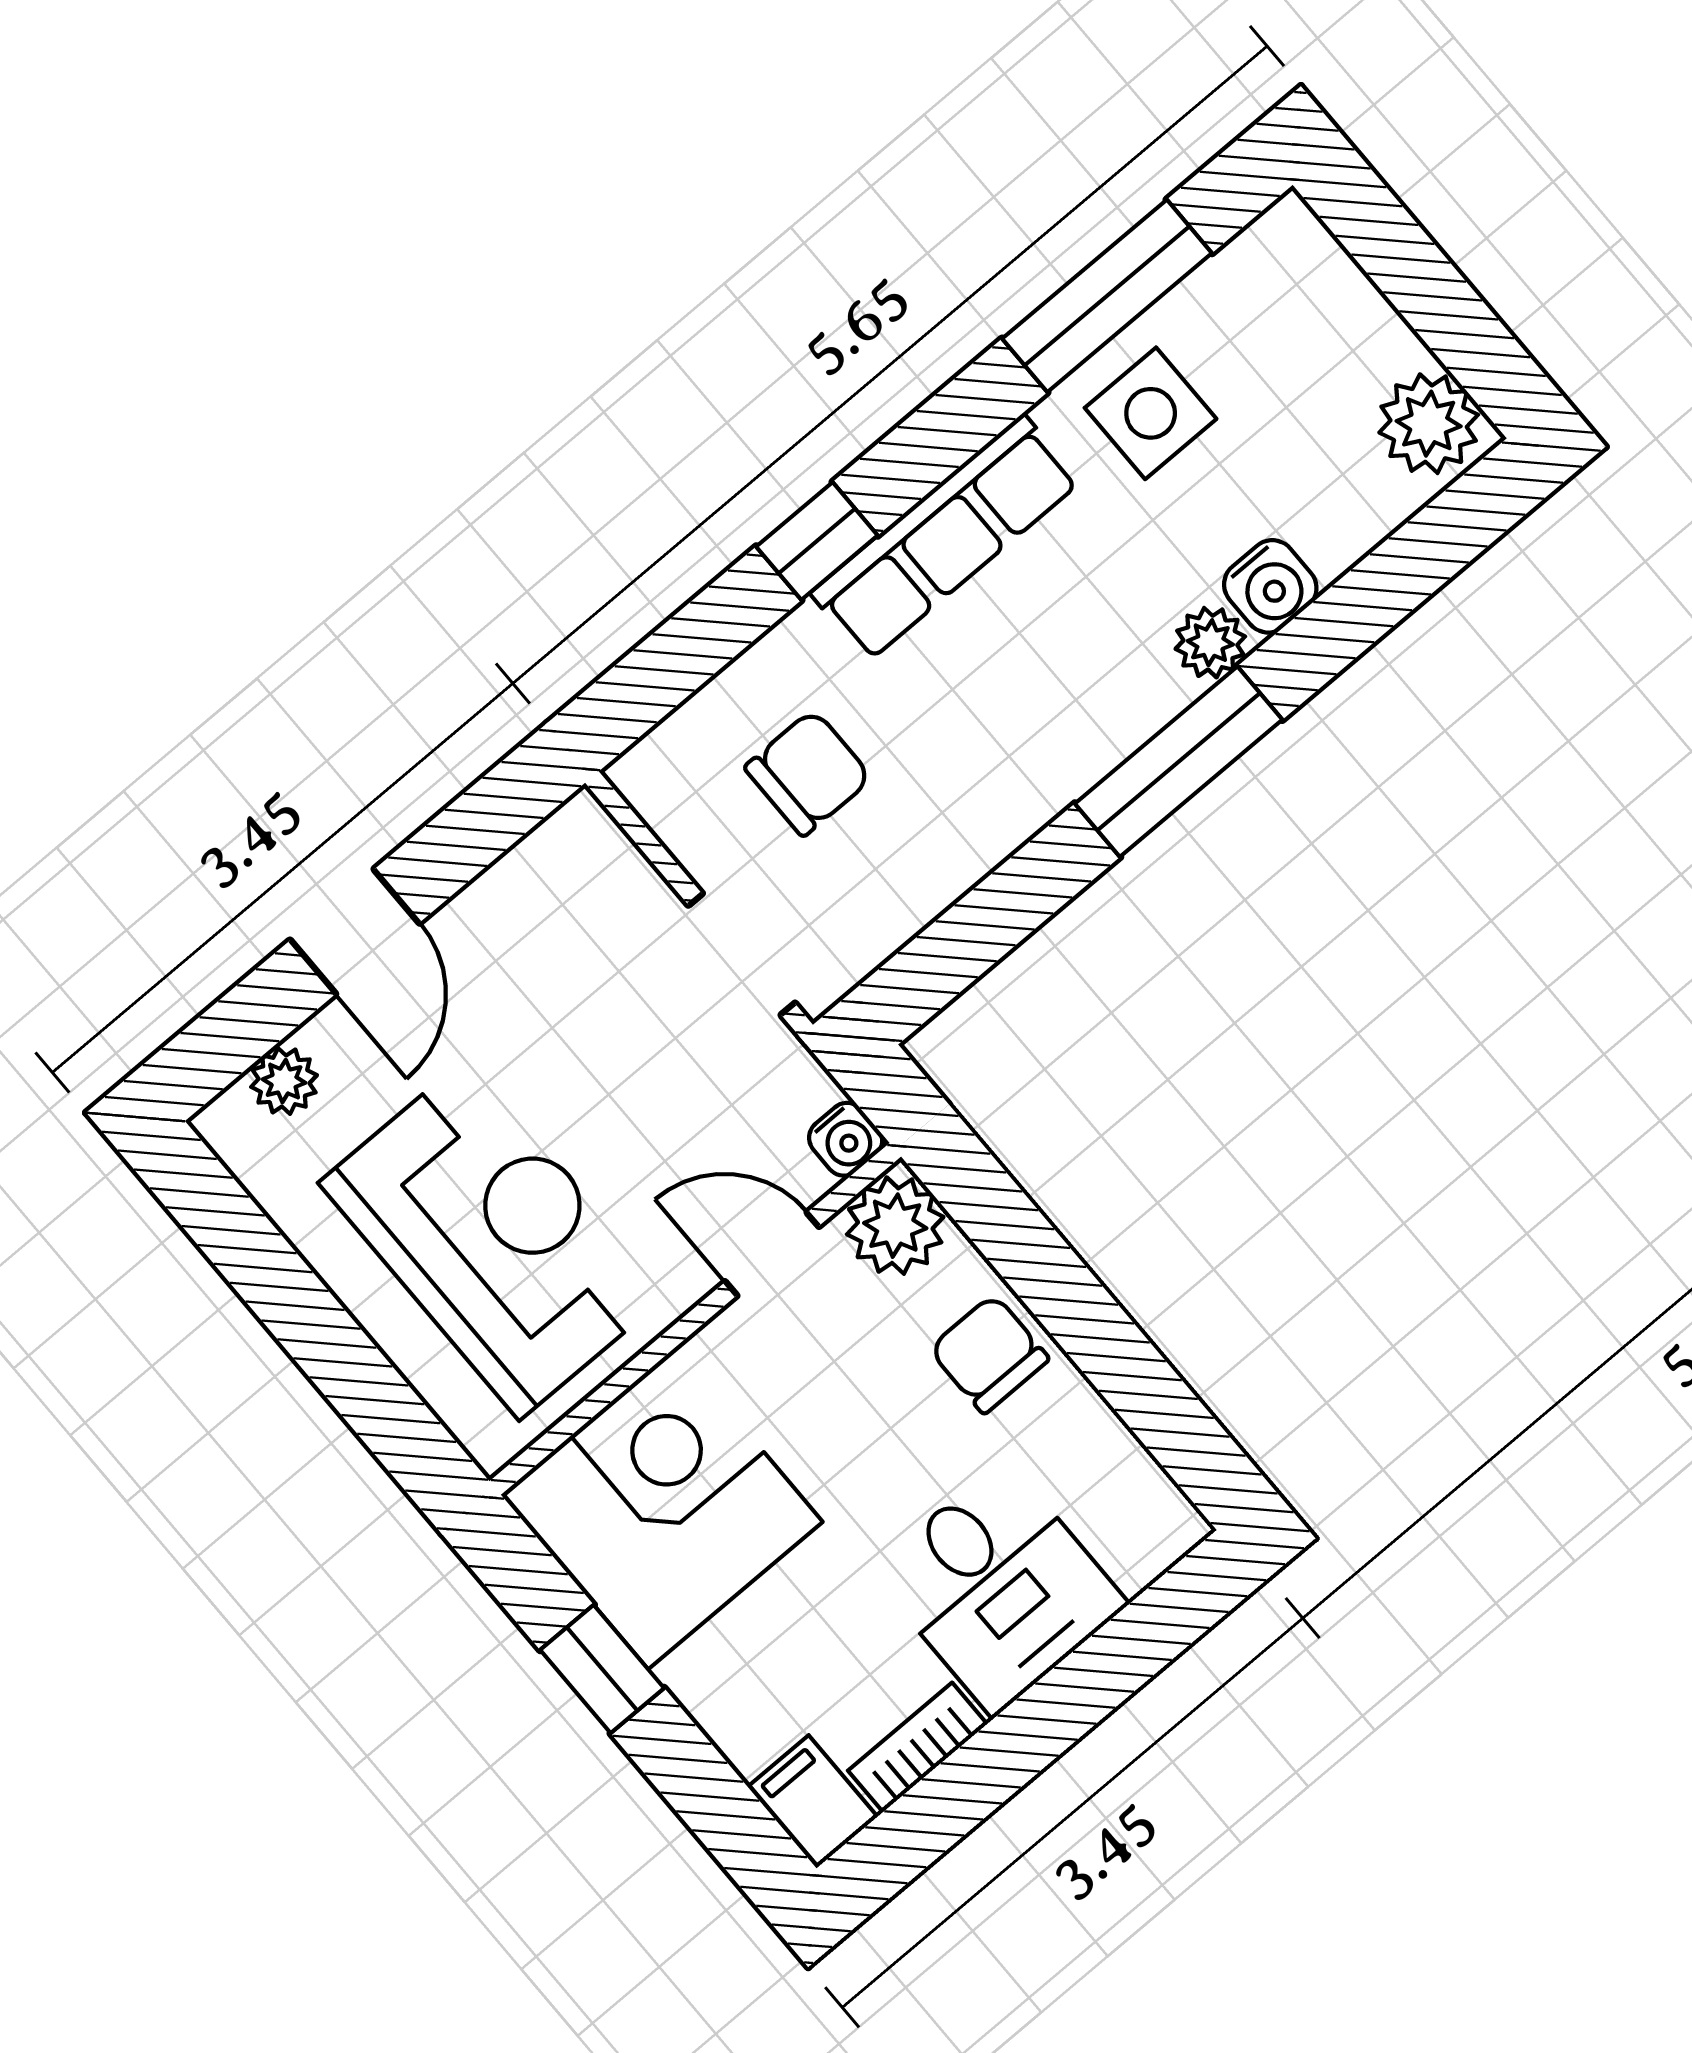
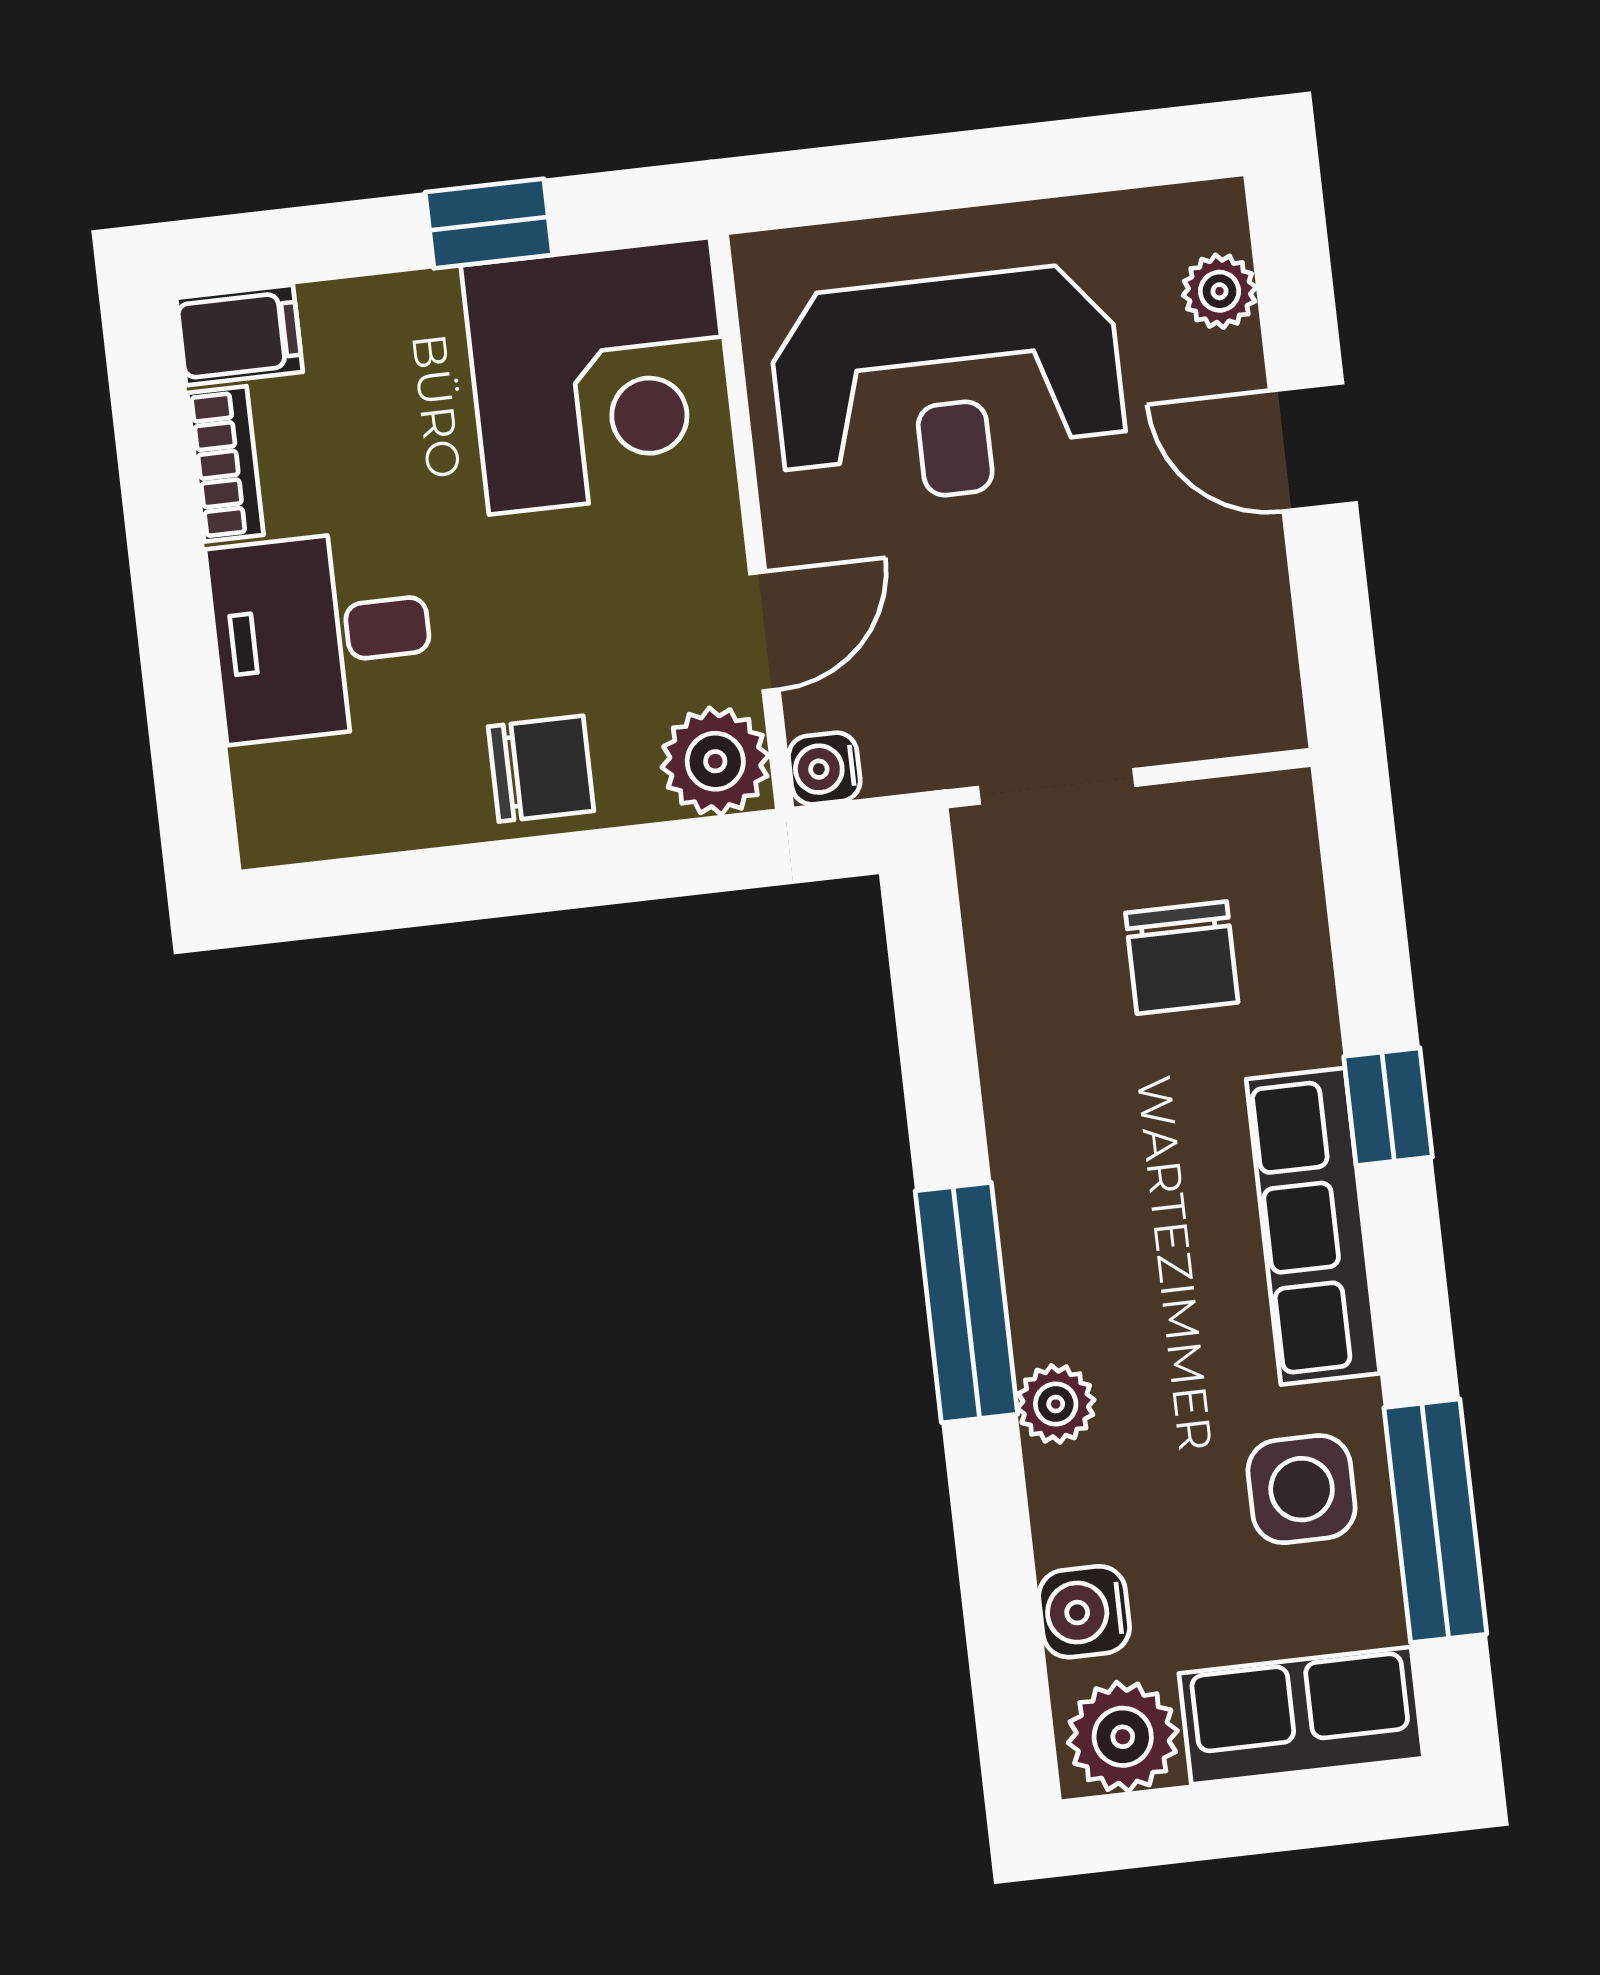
row of seats: (1322, 299) -> (1301, 1716), added
water cooler: (1270, 586) -> (1084, 1612), moved

